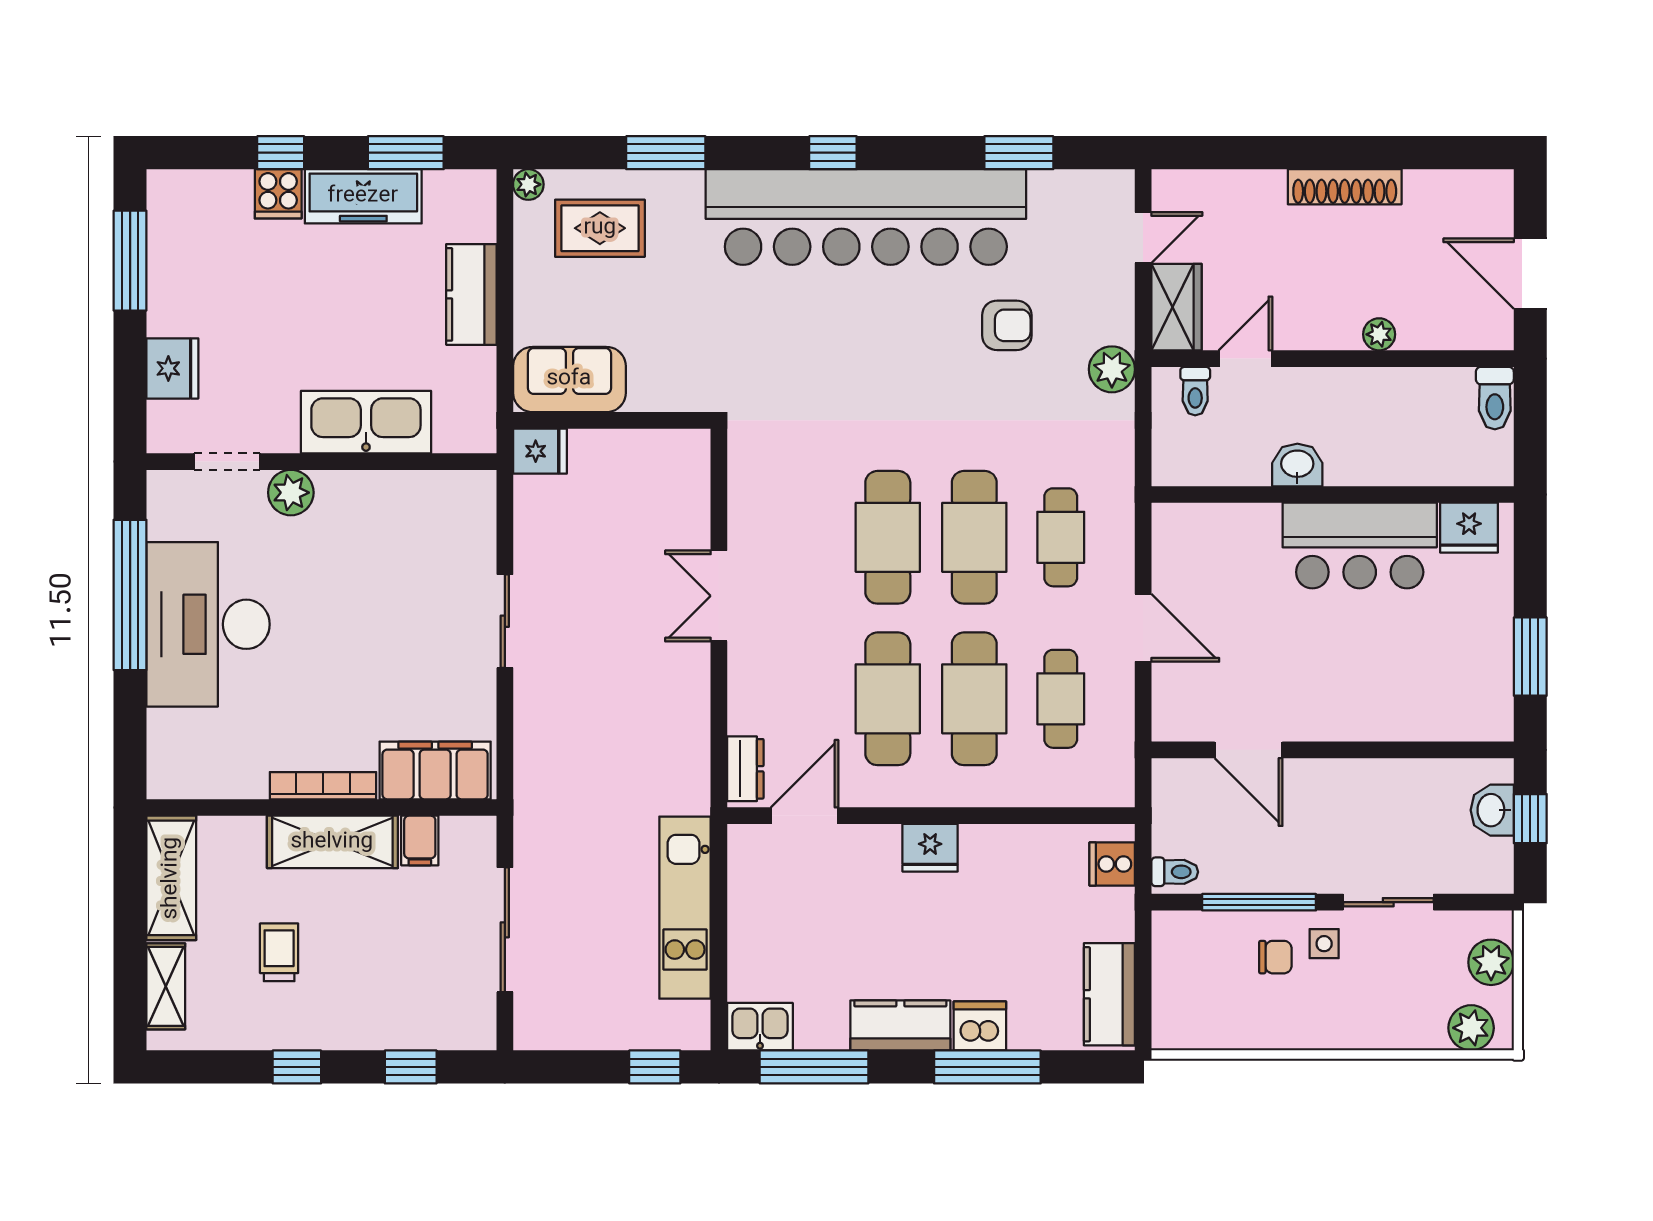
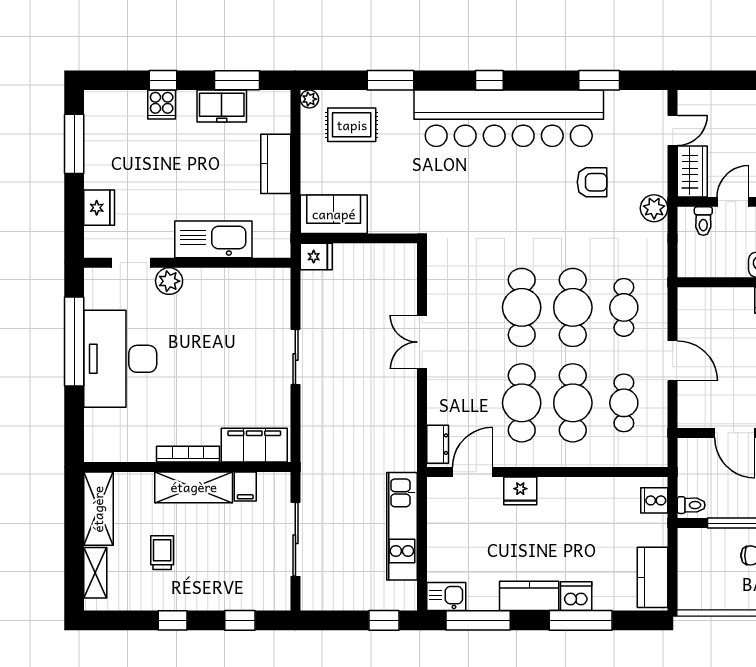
freezer: (363, 196) -> (222, 106), width x0.71
fridge: (930, 848) -> (520, 491), moved

